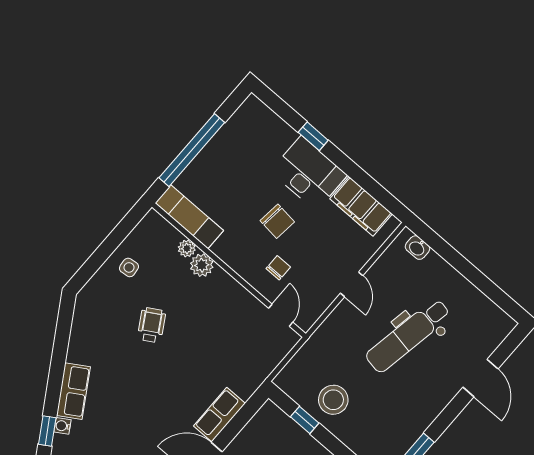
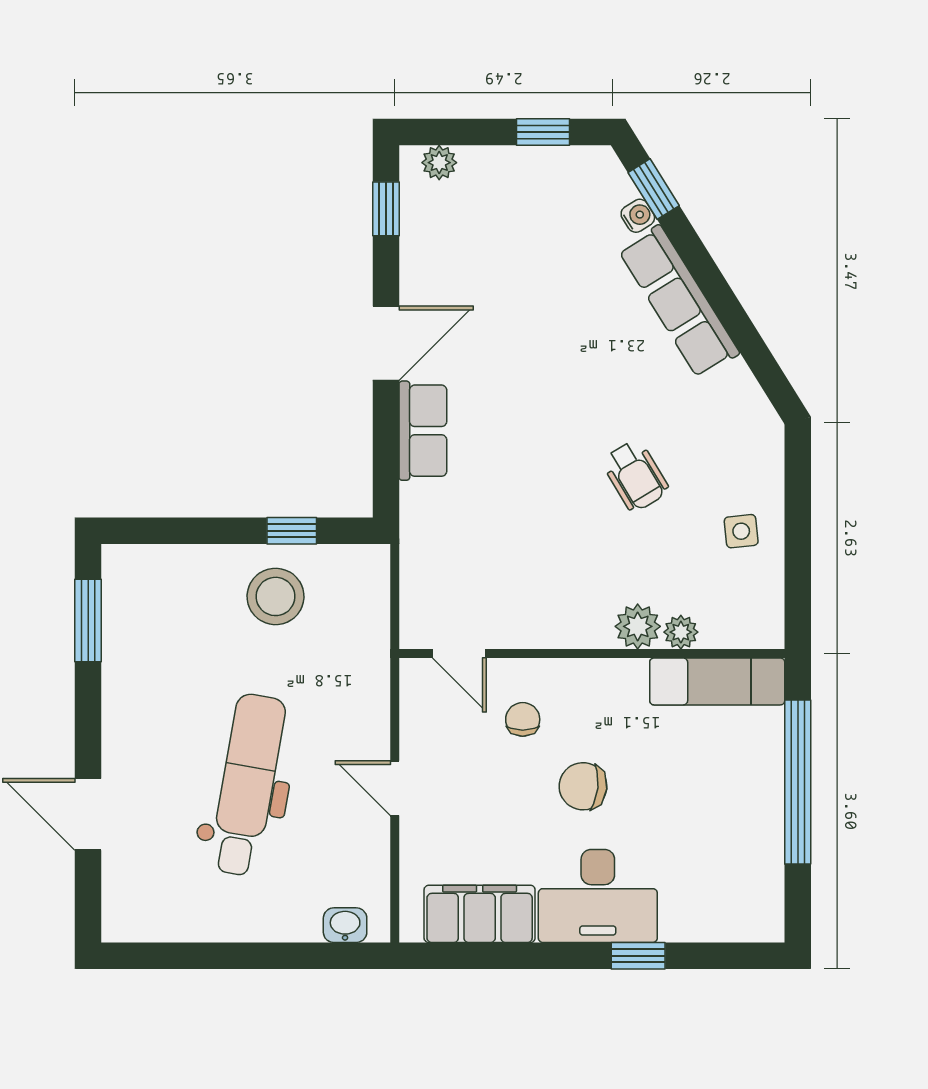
chair: (278, 268) -> (523, 719), turned 180
row of seats: (73, 391) -> (679, 302), width x1.48

